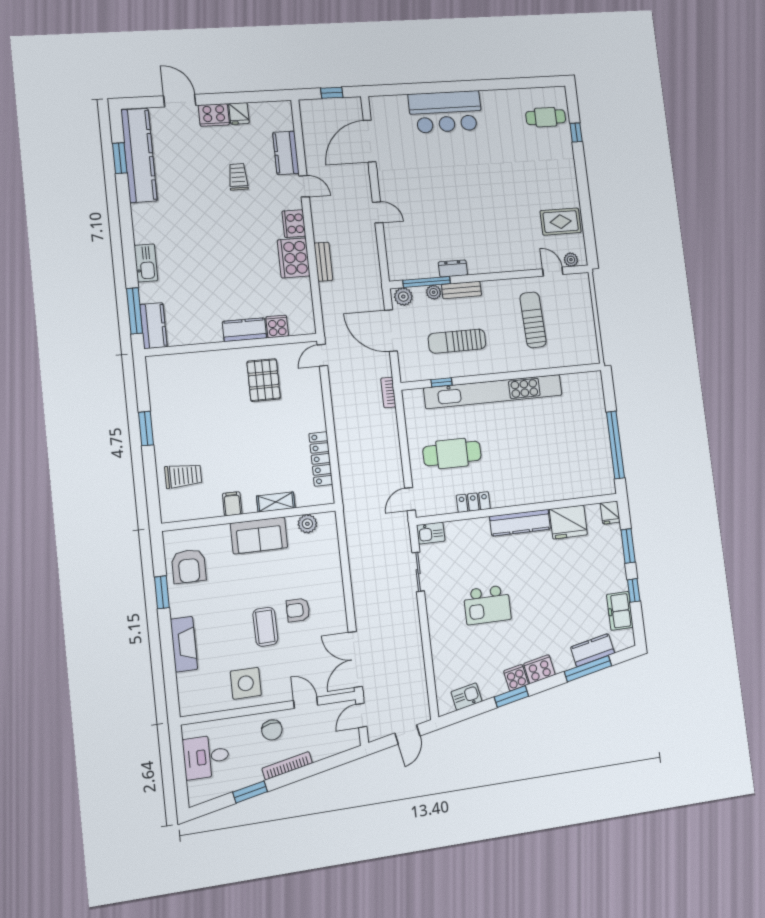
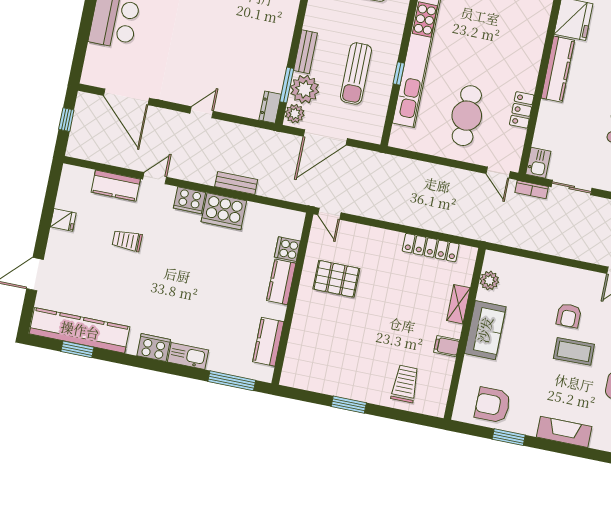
cooker: (214, 115) -> (154, 348), moved, turned -90
dresser: (453, 268) -> (270, 107), moved
window: (427, 282) -> (287, 85), width x0.69
plant: (434, 292) -> (305, 89), width x1.88, depth x1.88
kitchen counter: (153, 326) -> (268, 342), moved, turned -90
window: (441, 382) -> (399, 74), moved
bookcase: (388, 392) -> (532, 189), moved
armchair: (189, 566) -> (493, 405), turned 180

